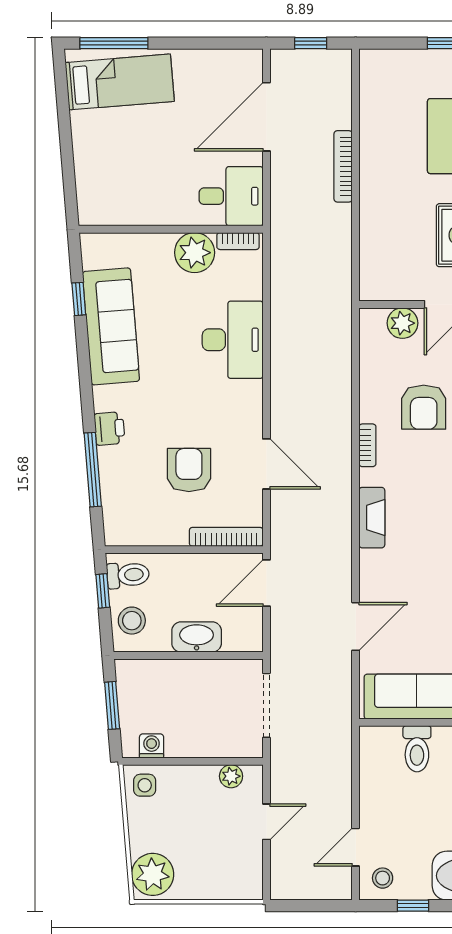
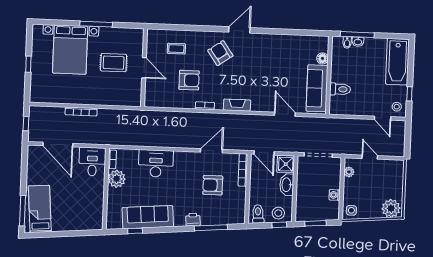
plant: (402, 323) -> (151, 88), removed
window: (103, 591) -> (279, 225), moved
shower: (243, 633) -> (286, 164), added
washing machine: (152, 746) -> (335, 195), moved

